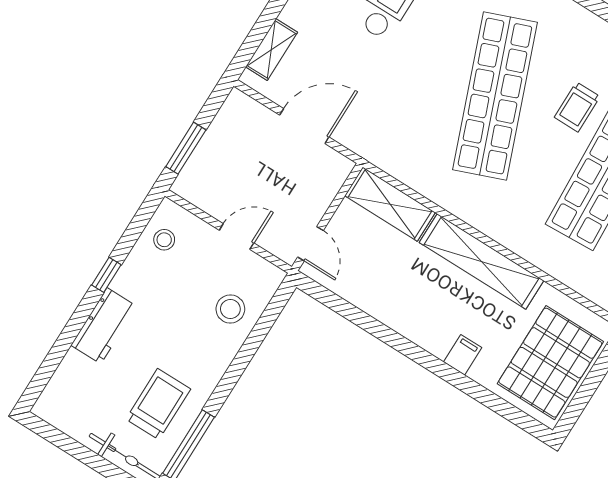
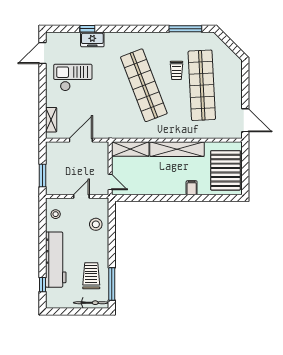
window: (106, 275) -> (42, 285), moved
workbench: (104, 326) -> (56, 260), width x1.88, depth x1.32

